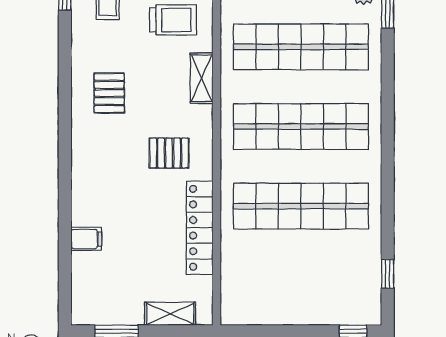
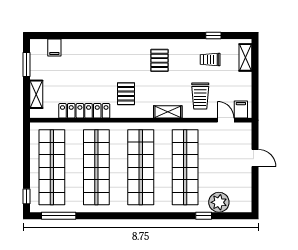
pallet: (109, 93) -> (159, 60), turned 90
filing cabinet: (86, 239) -> (54, 48), moved
window: (388, 274) -> (59, 216), width x2.17
shop shelf: (301, 286) -> (52, 167), added

